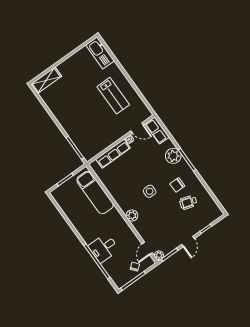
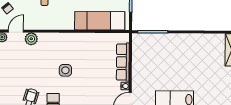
plant: (132, 215) -> (31, 39), moved
door: (147, 248) -> (16, 31), hinge flipped

